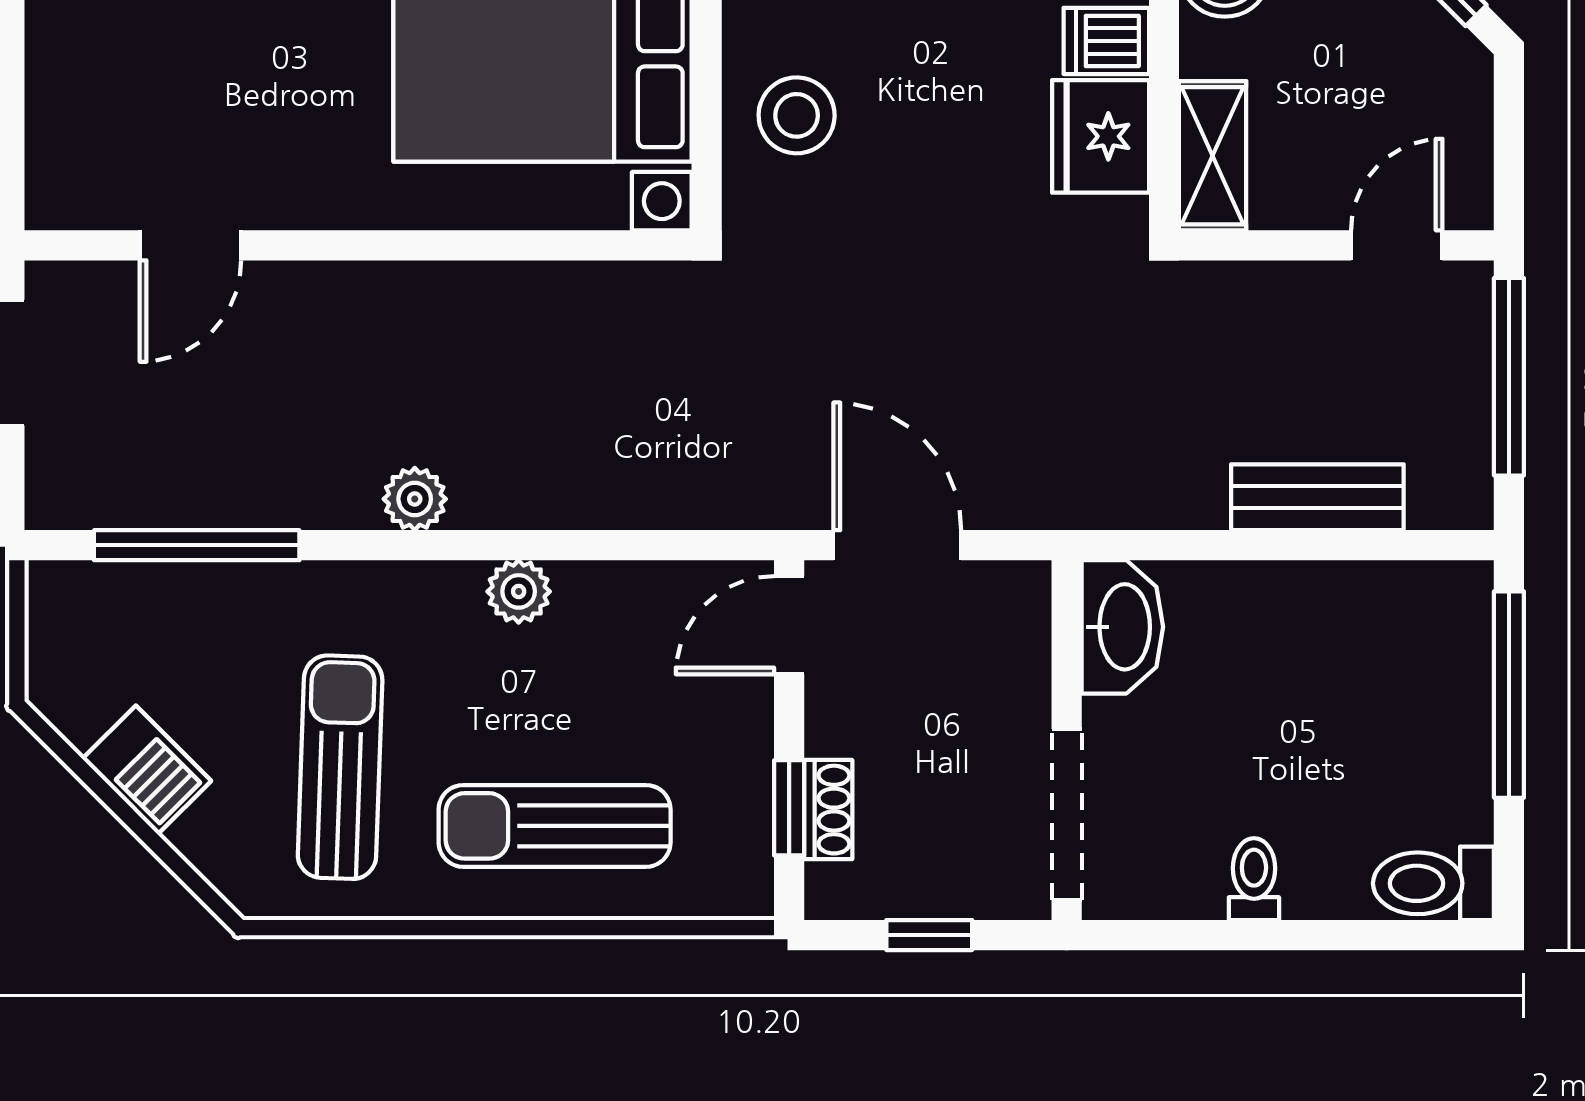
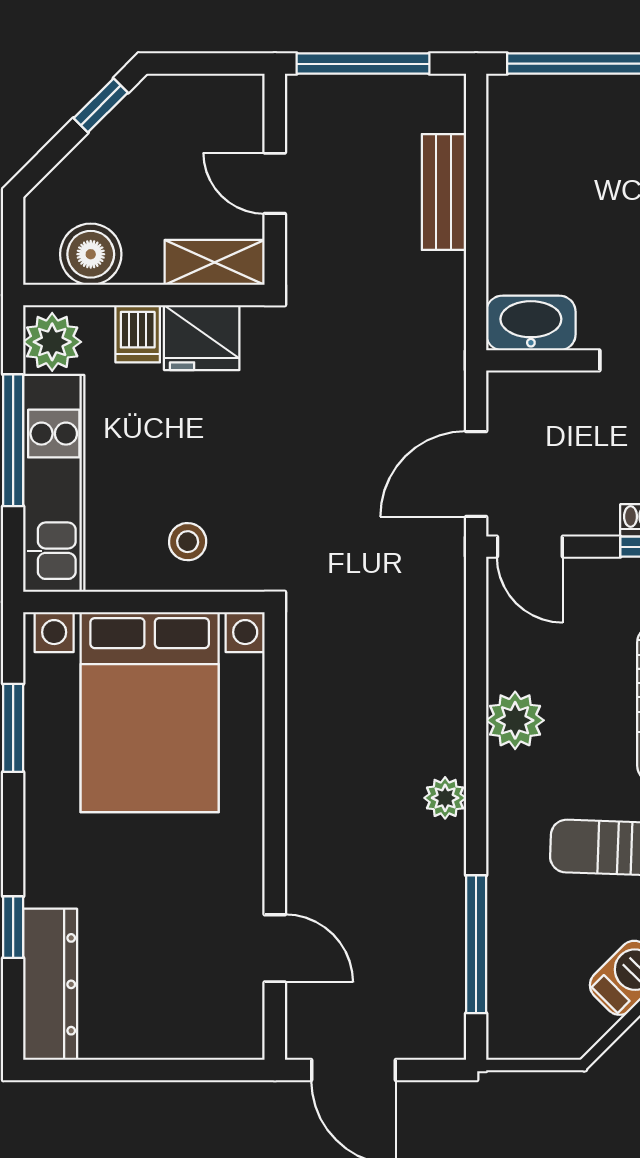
stool: (797, 115) -> (188, 542), width x0.73, depth x0.73
door: (1397, 245) -> (275, 183), moved
plant: (519, 591) -> (515, 720), width x1.38, depth x1.38

